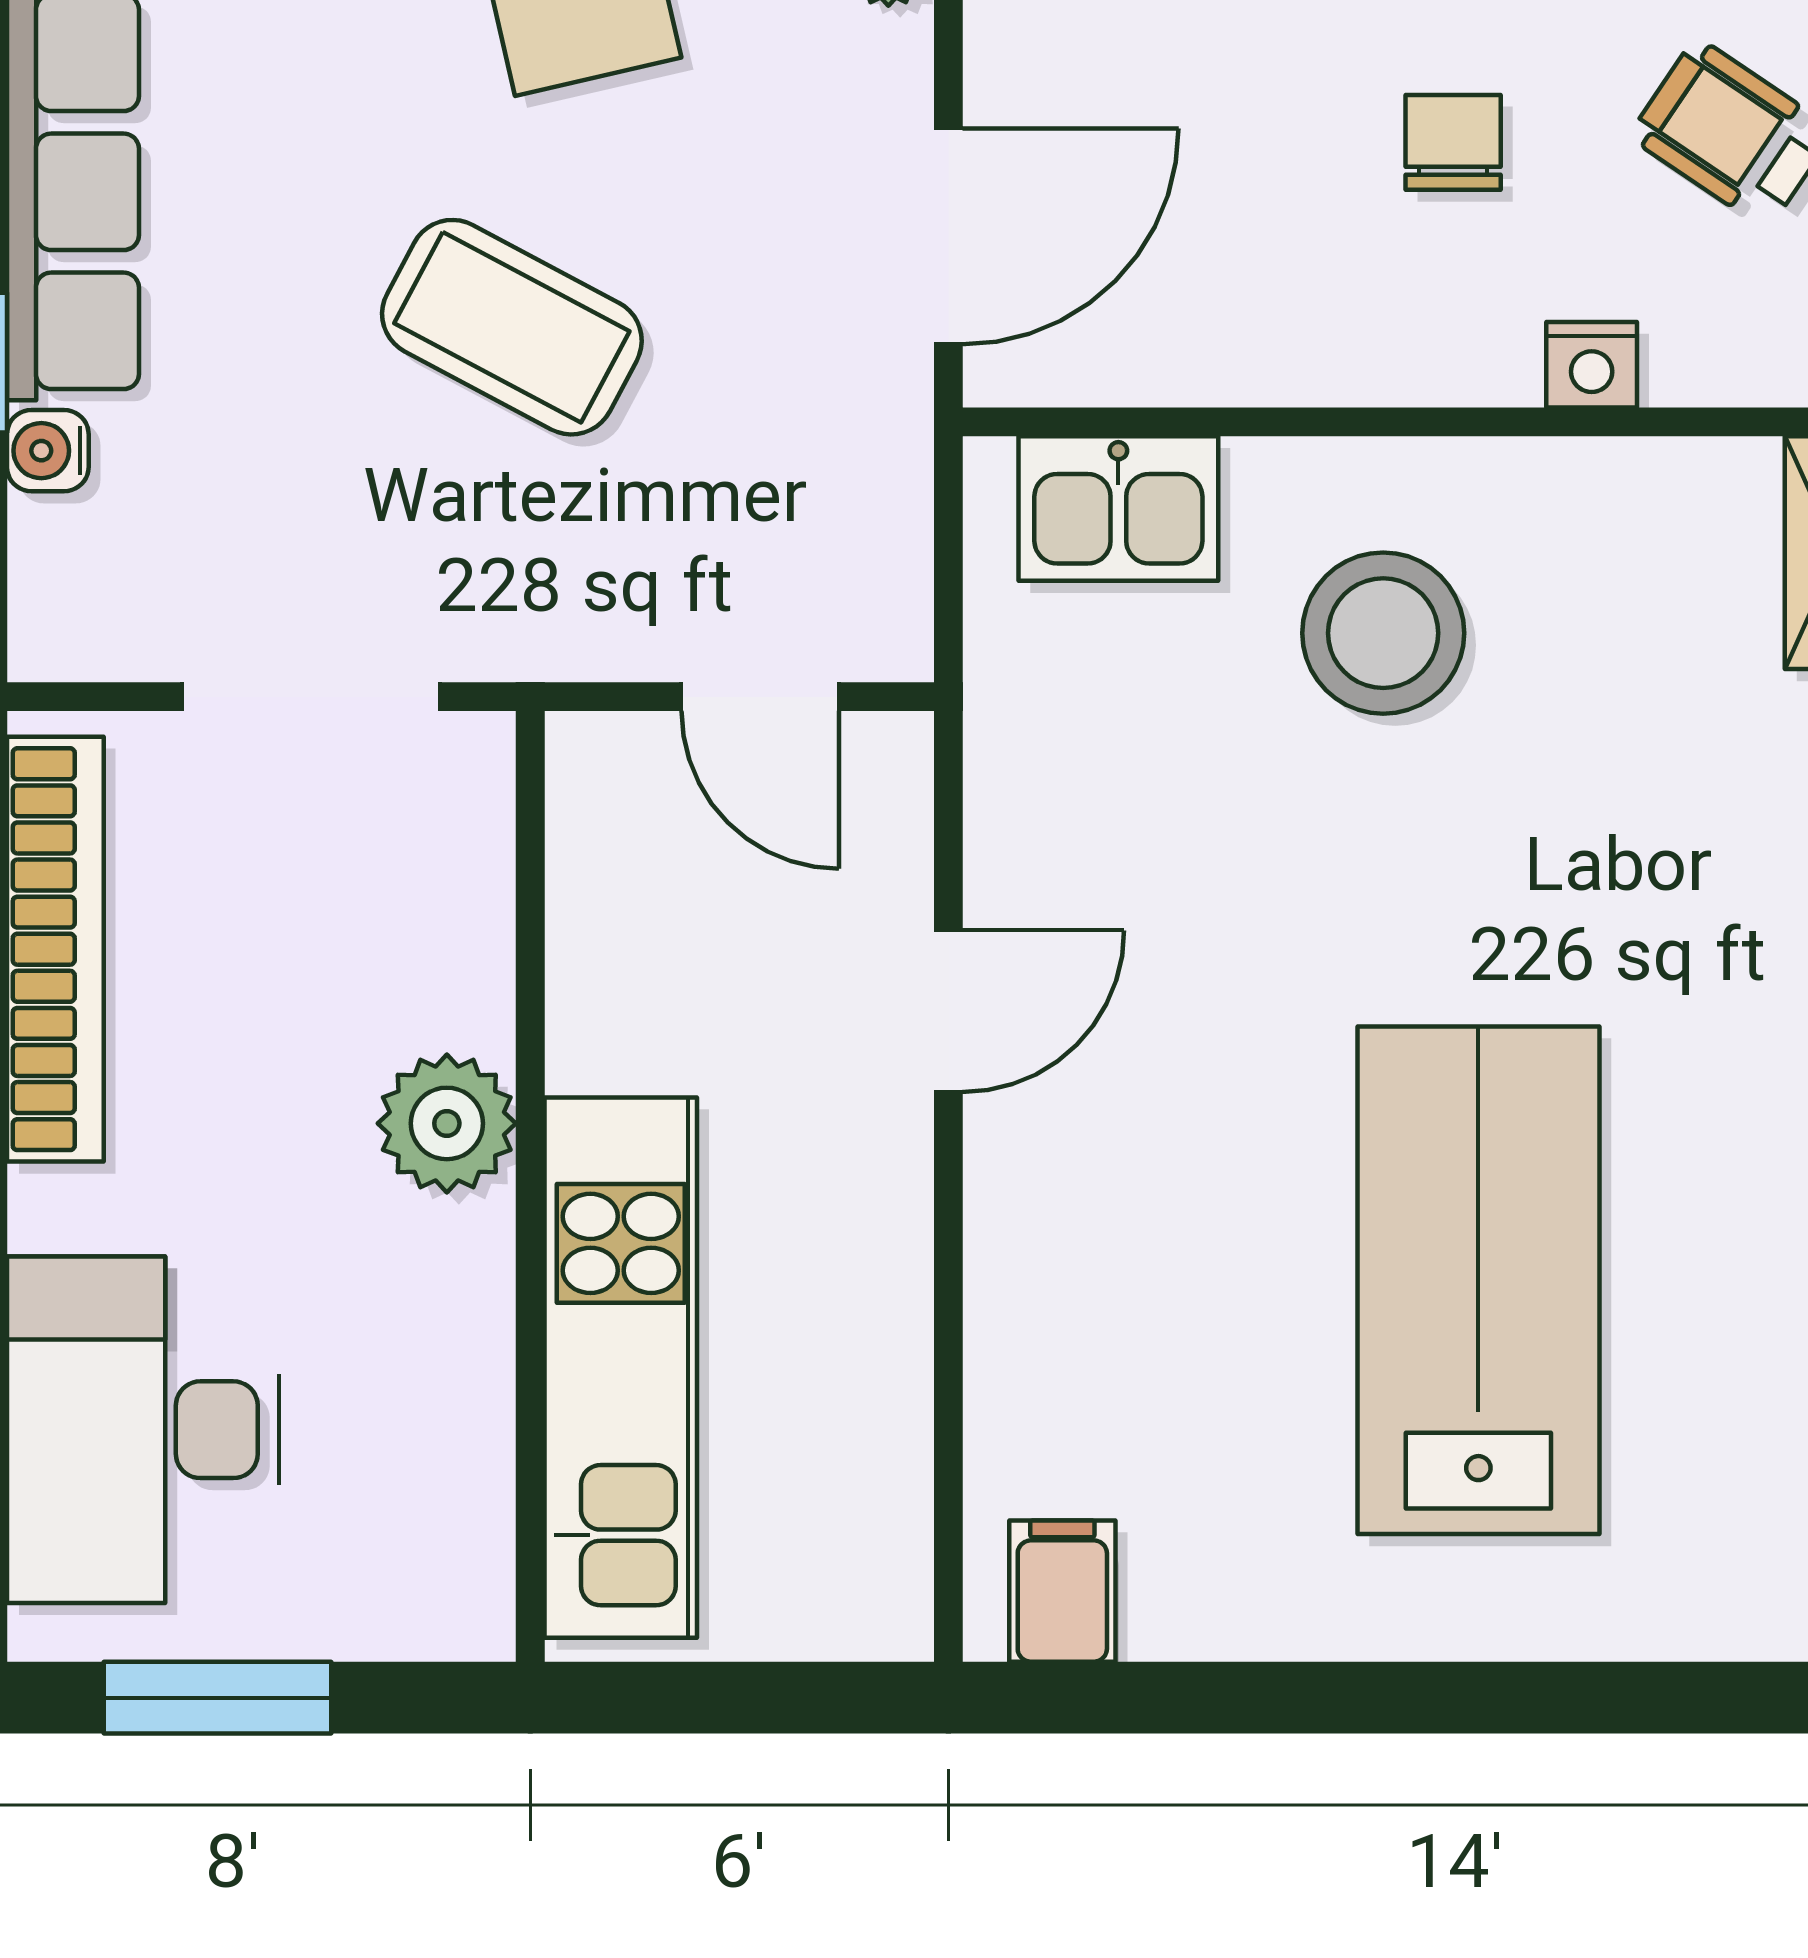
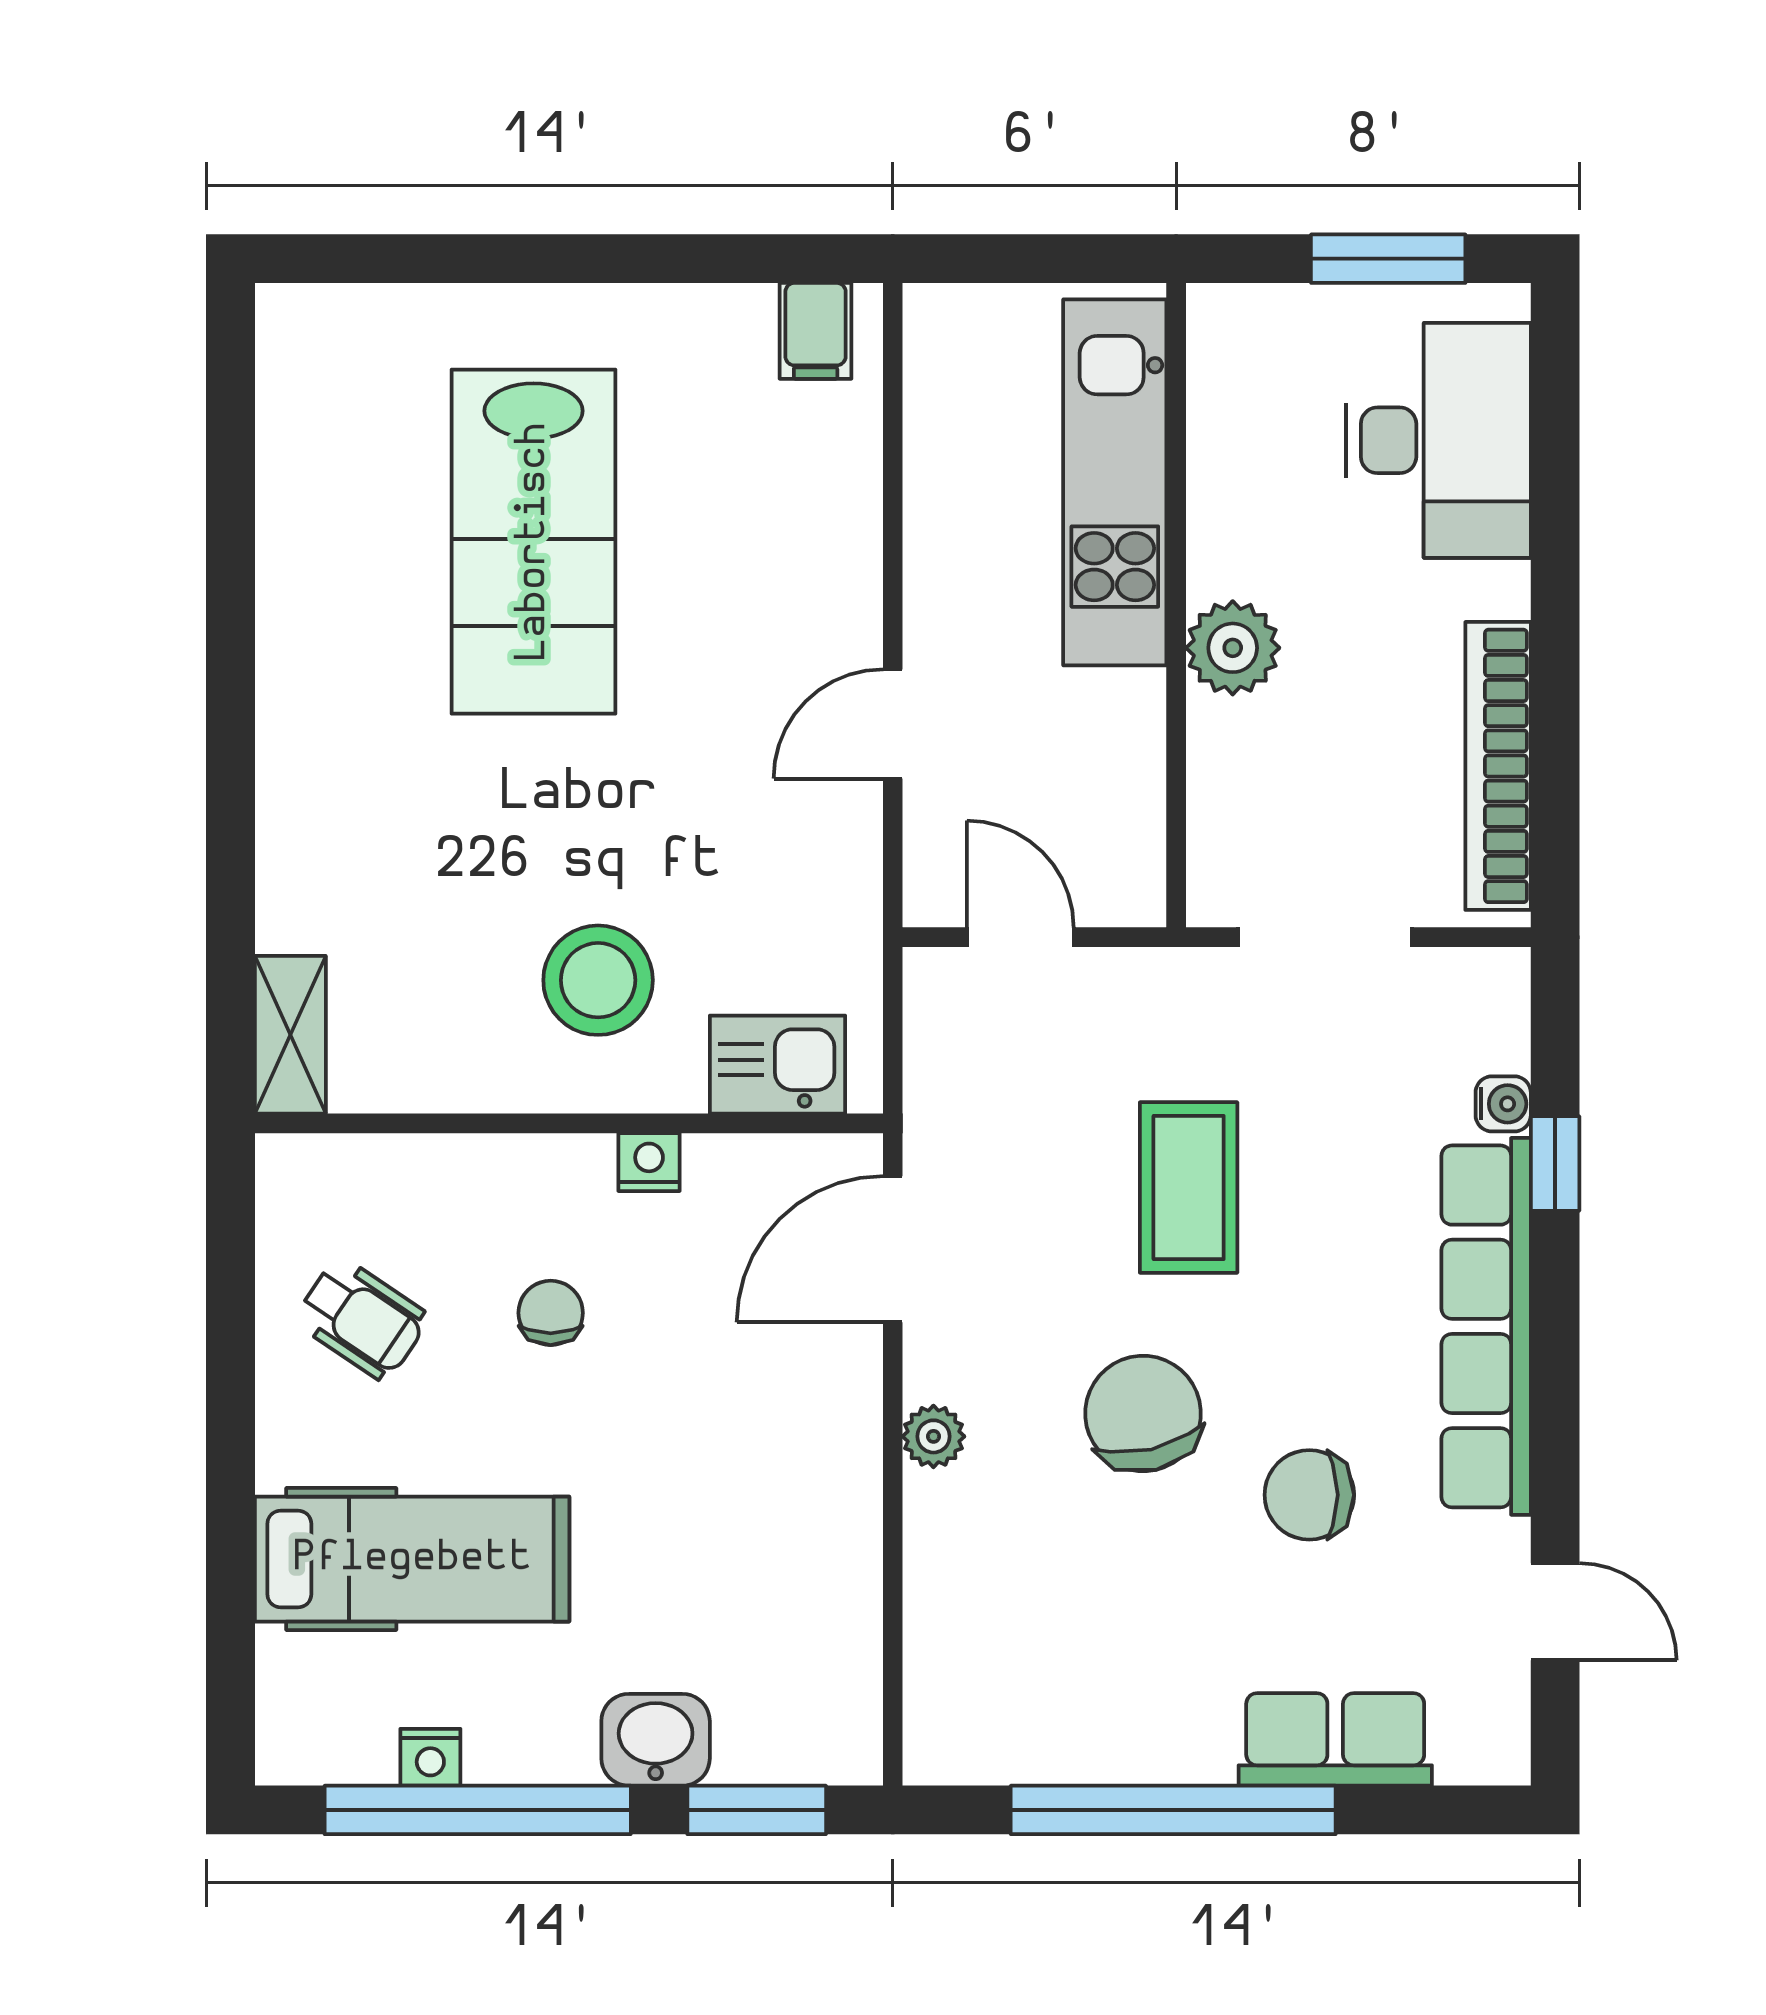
chair: (1453, 142) -> (551, 1313), turned 180
coffee table: (512, 327) -> (1189, 1188), turned 62
nightstand: (1592, 365) -> (649, 1162), moved

